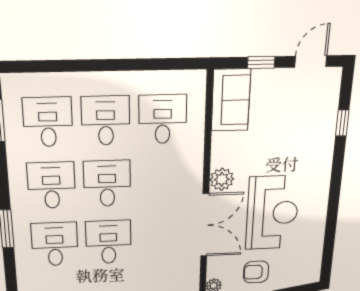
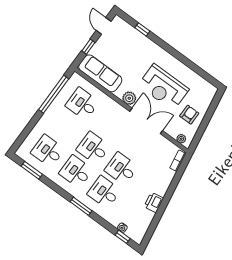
window: (145, 64) -> (54, 94), added
sofa: (231, 100) -> (100, 73), width x1.36
desk: (106, 121) -> (65, 127), removed
reception desk: (272, 213) -> (163, 87), turned 180
armchair: (256, 272) -> (189, 115), turned 180

